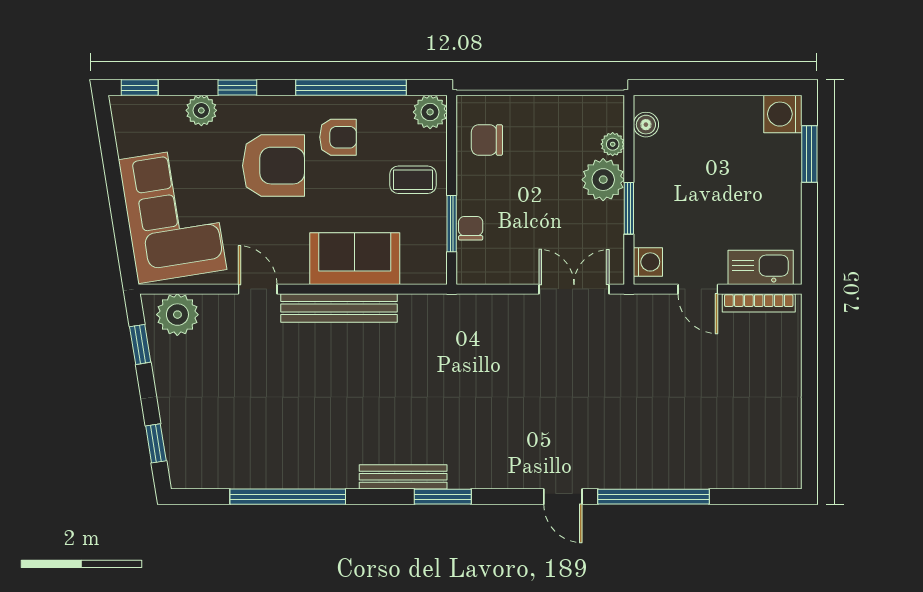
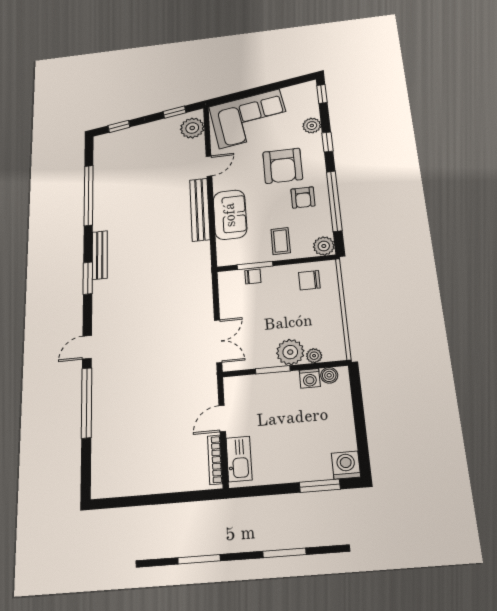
chair: (487, 140) -> (309, 280), turned -90
washing machine: (648, 262) -> (310, 378), moved

